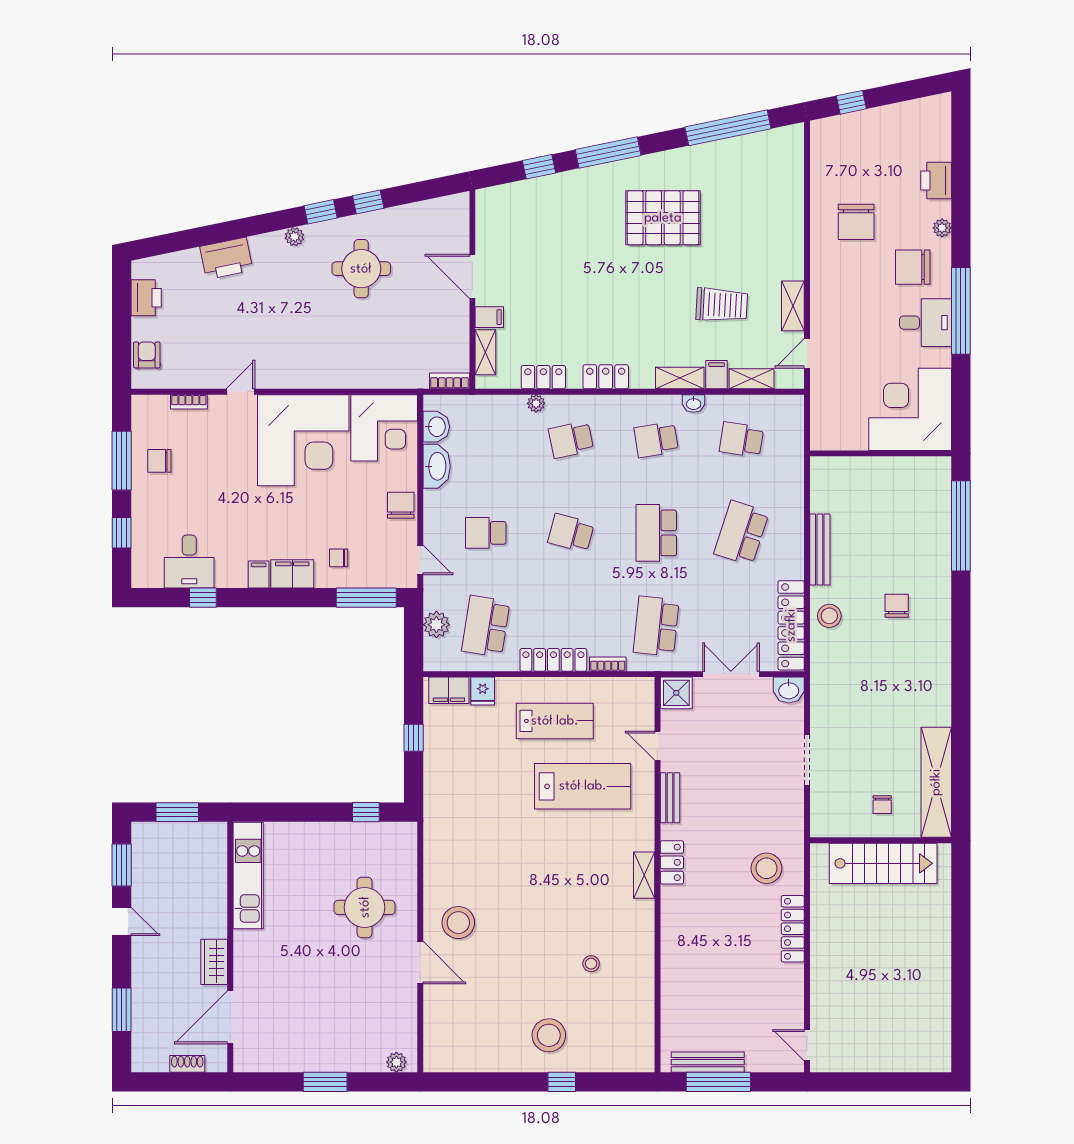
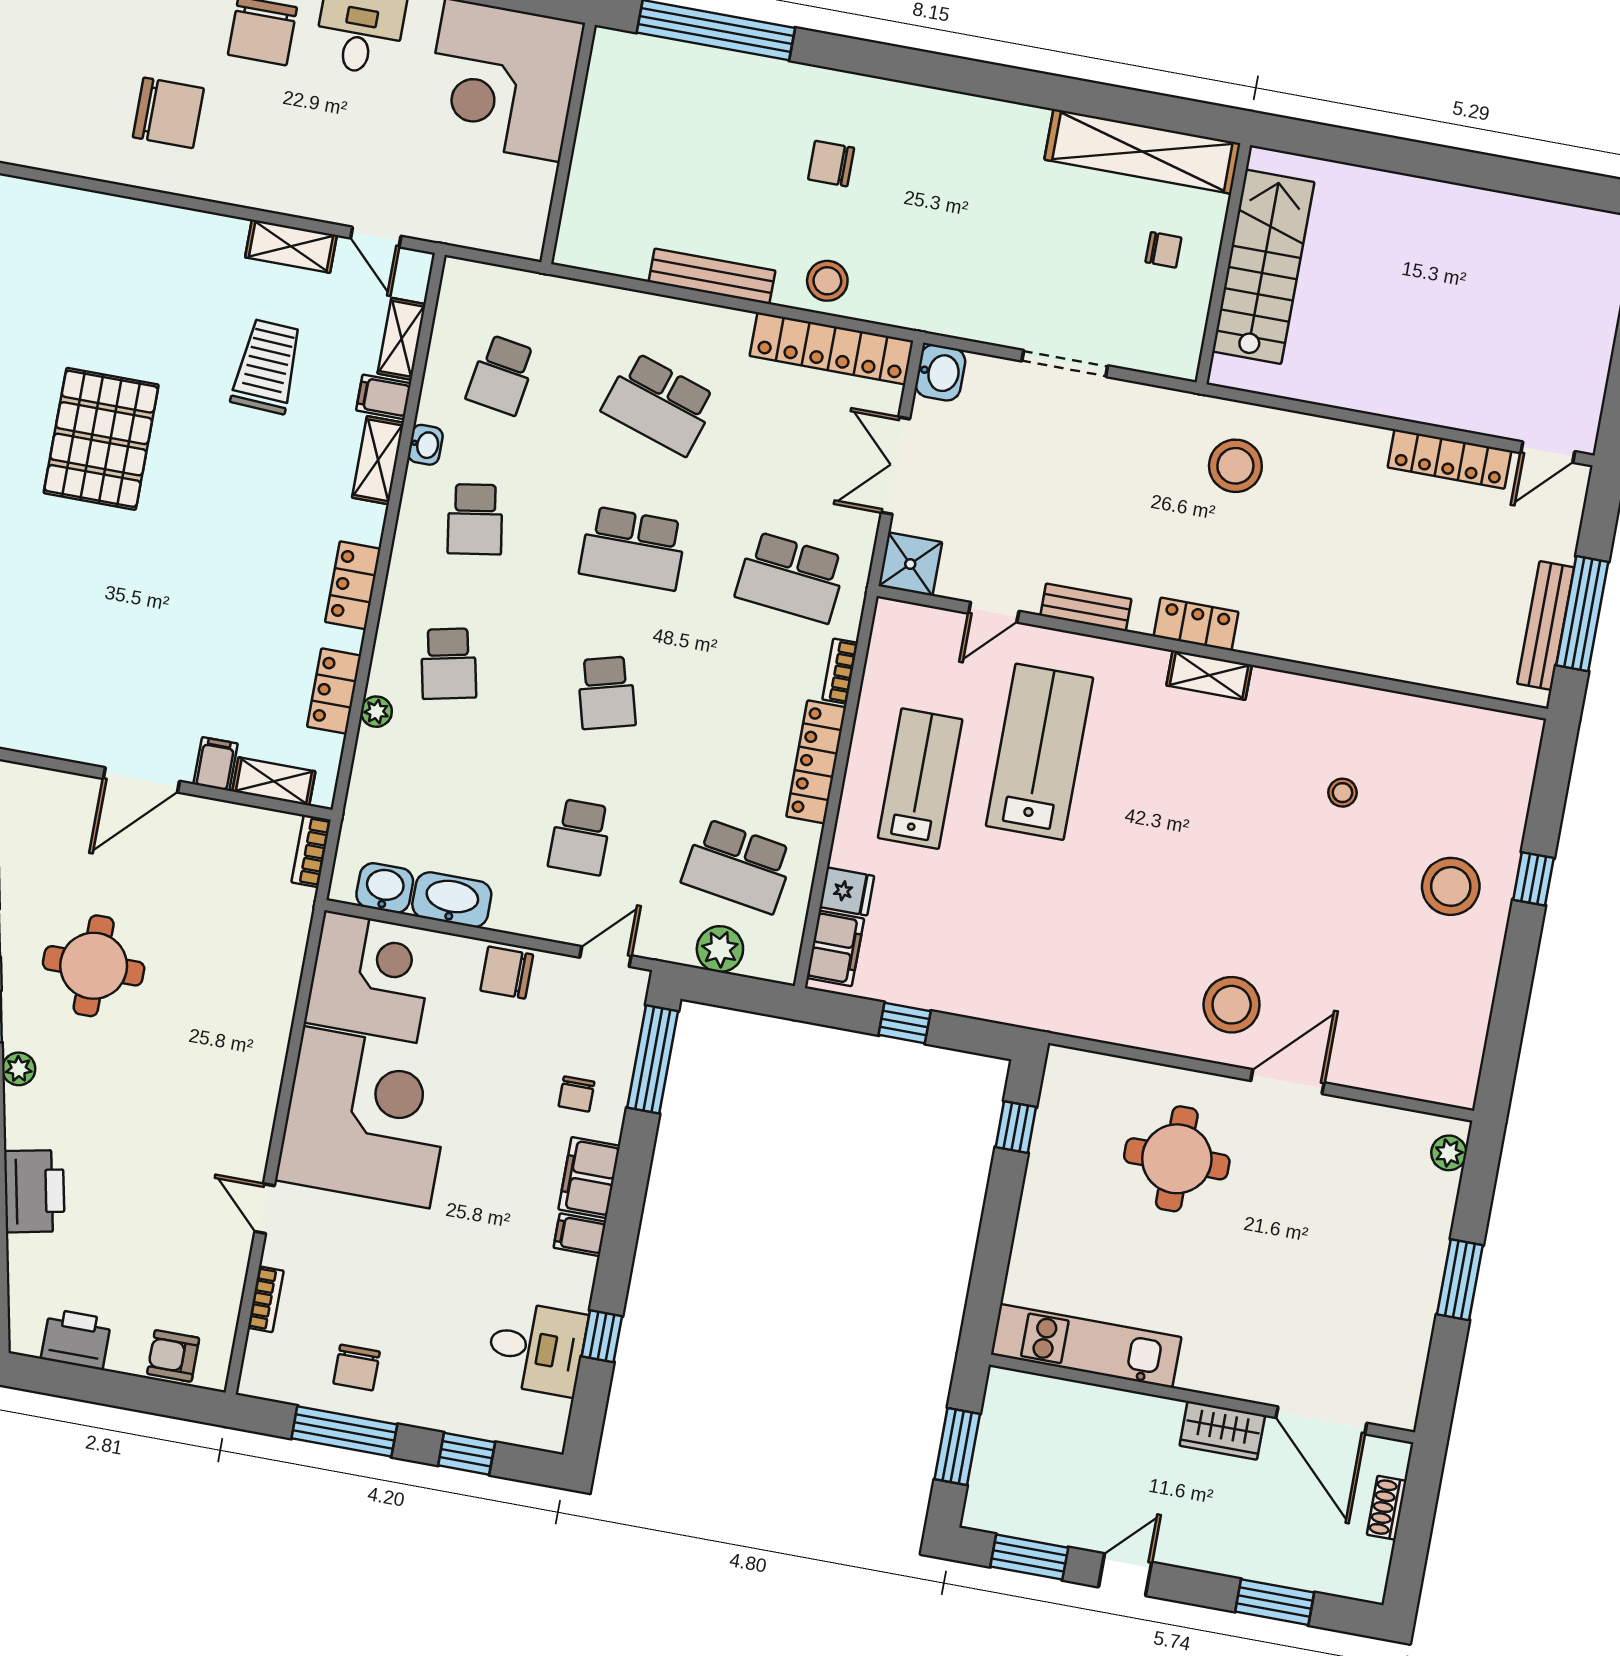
school desk: (571, 533) -> (607, 693), turned -30
locker: (793, 929) -> (1450, 459), moved

